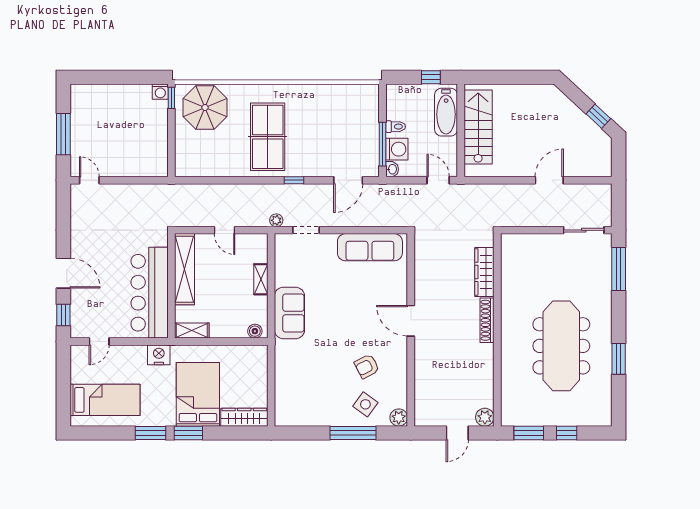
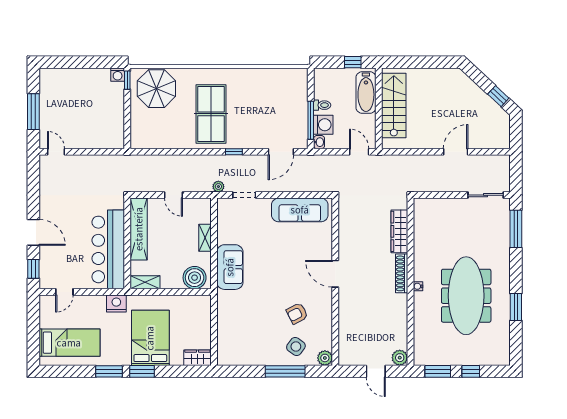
boiler: (255, 331) -> (195, 278), width x1.86, depth x1.86
water cooler: (506, 335) -> (418, 286), added
wardrobe: (244, 417) -> (197, 358), width x0.67
door: (457, 433) -> (376, 371), hinge flipped

